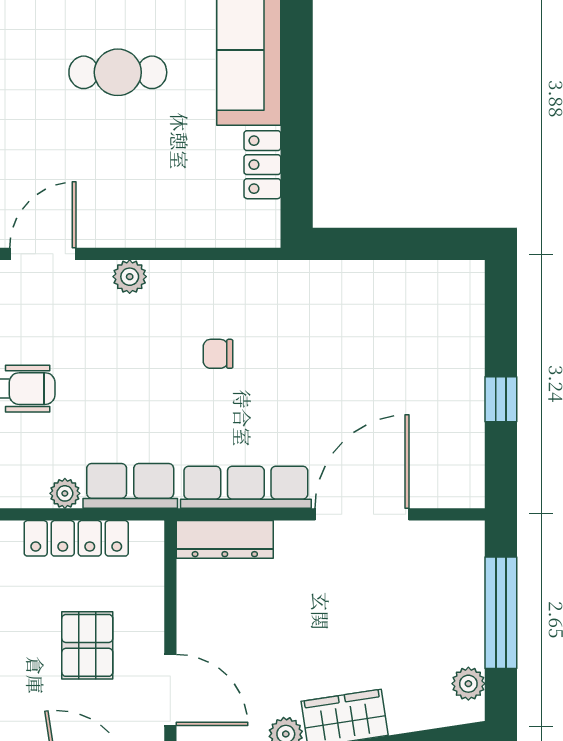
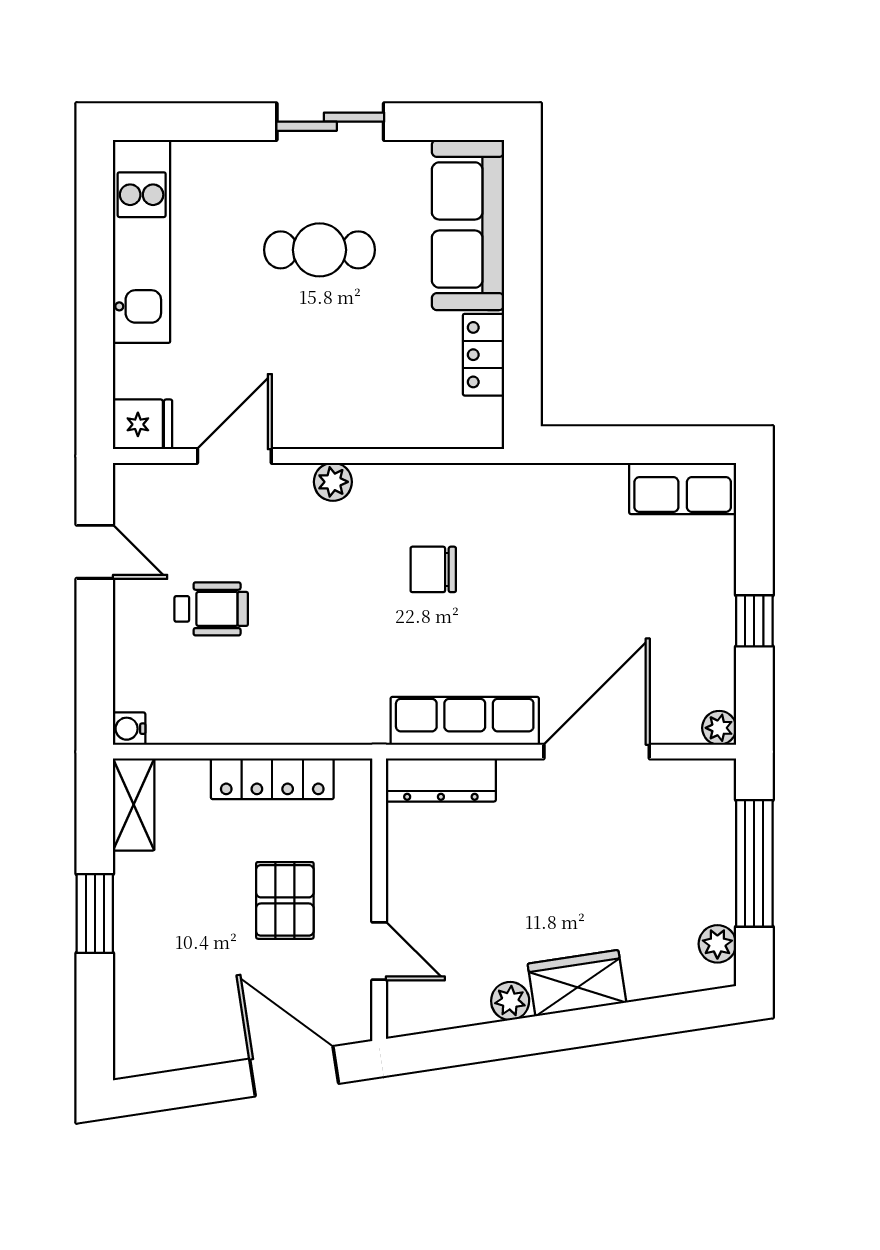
chair: (218, 354) -> (433, 569), width x1.37, depth x1.37
row of seats: (130, 486) -> (683, 488), moved, turned 180
plant: (65, 493) -> (719, 728), moved
door: (170, 690) -> (379, 951), width x0.73

